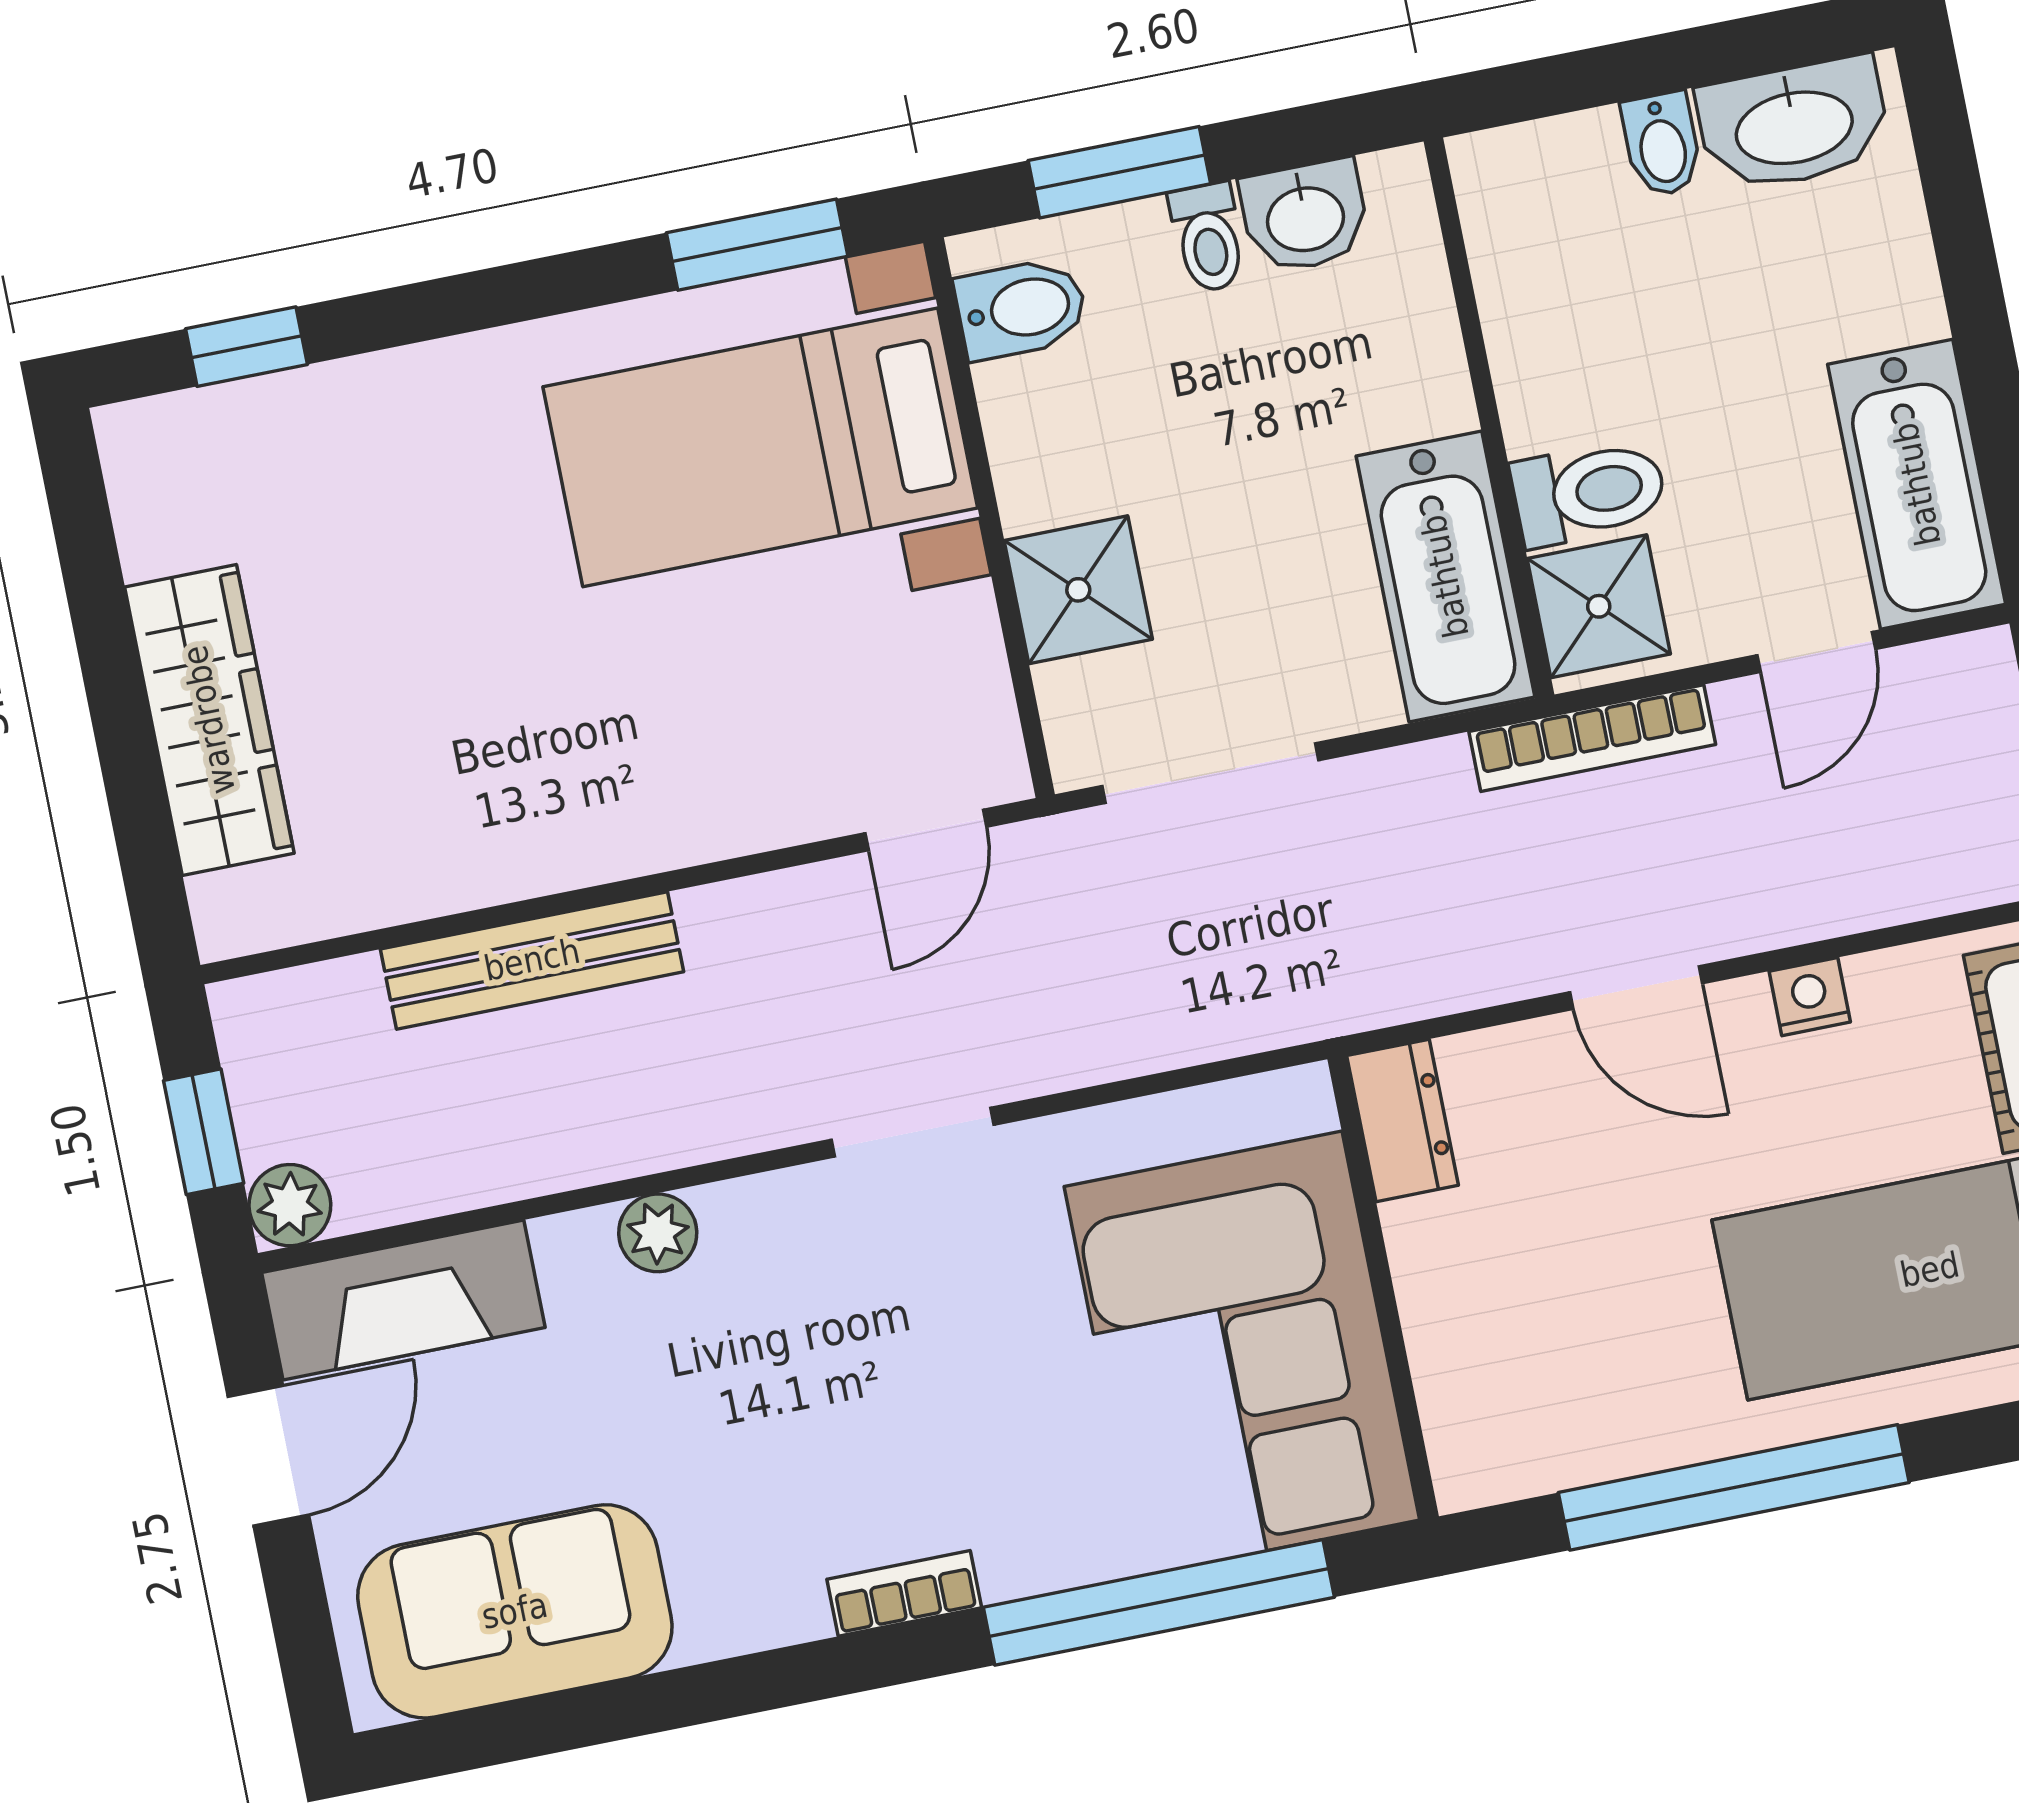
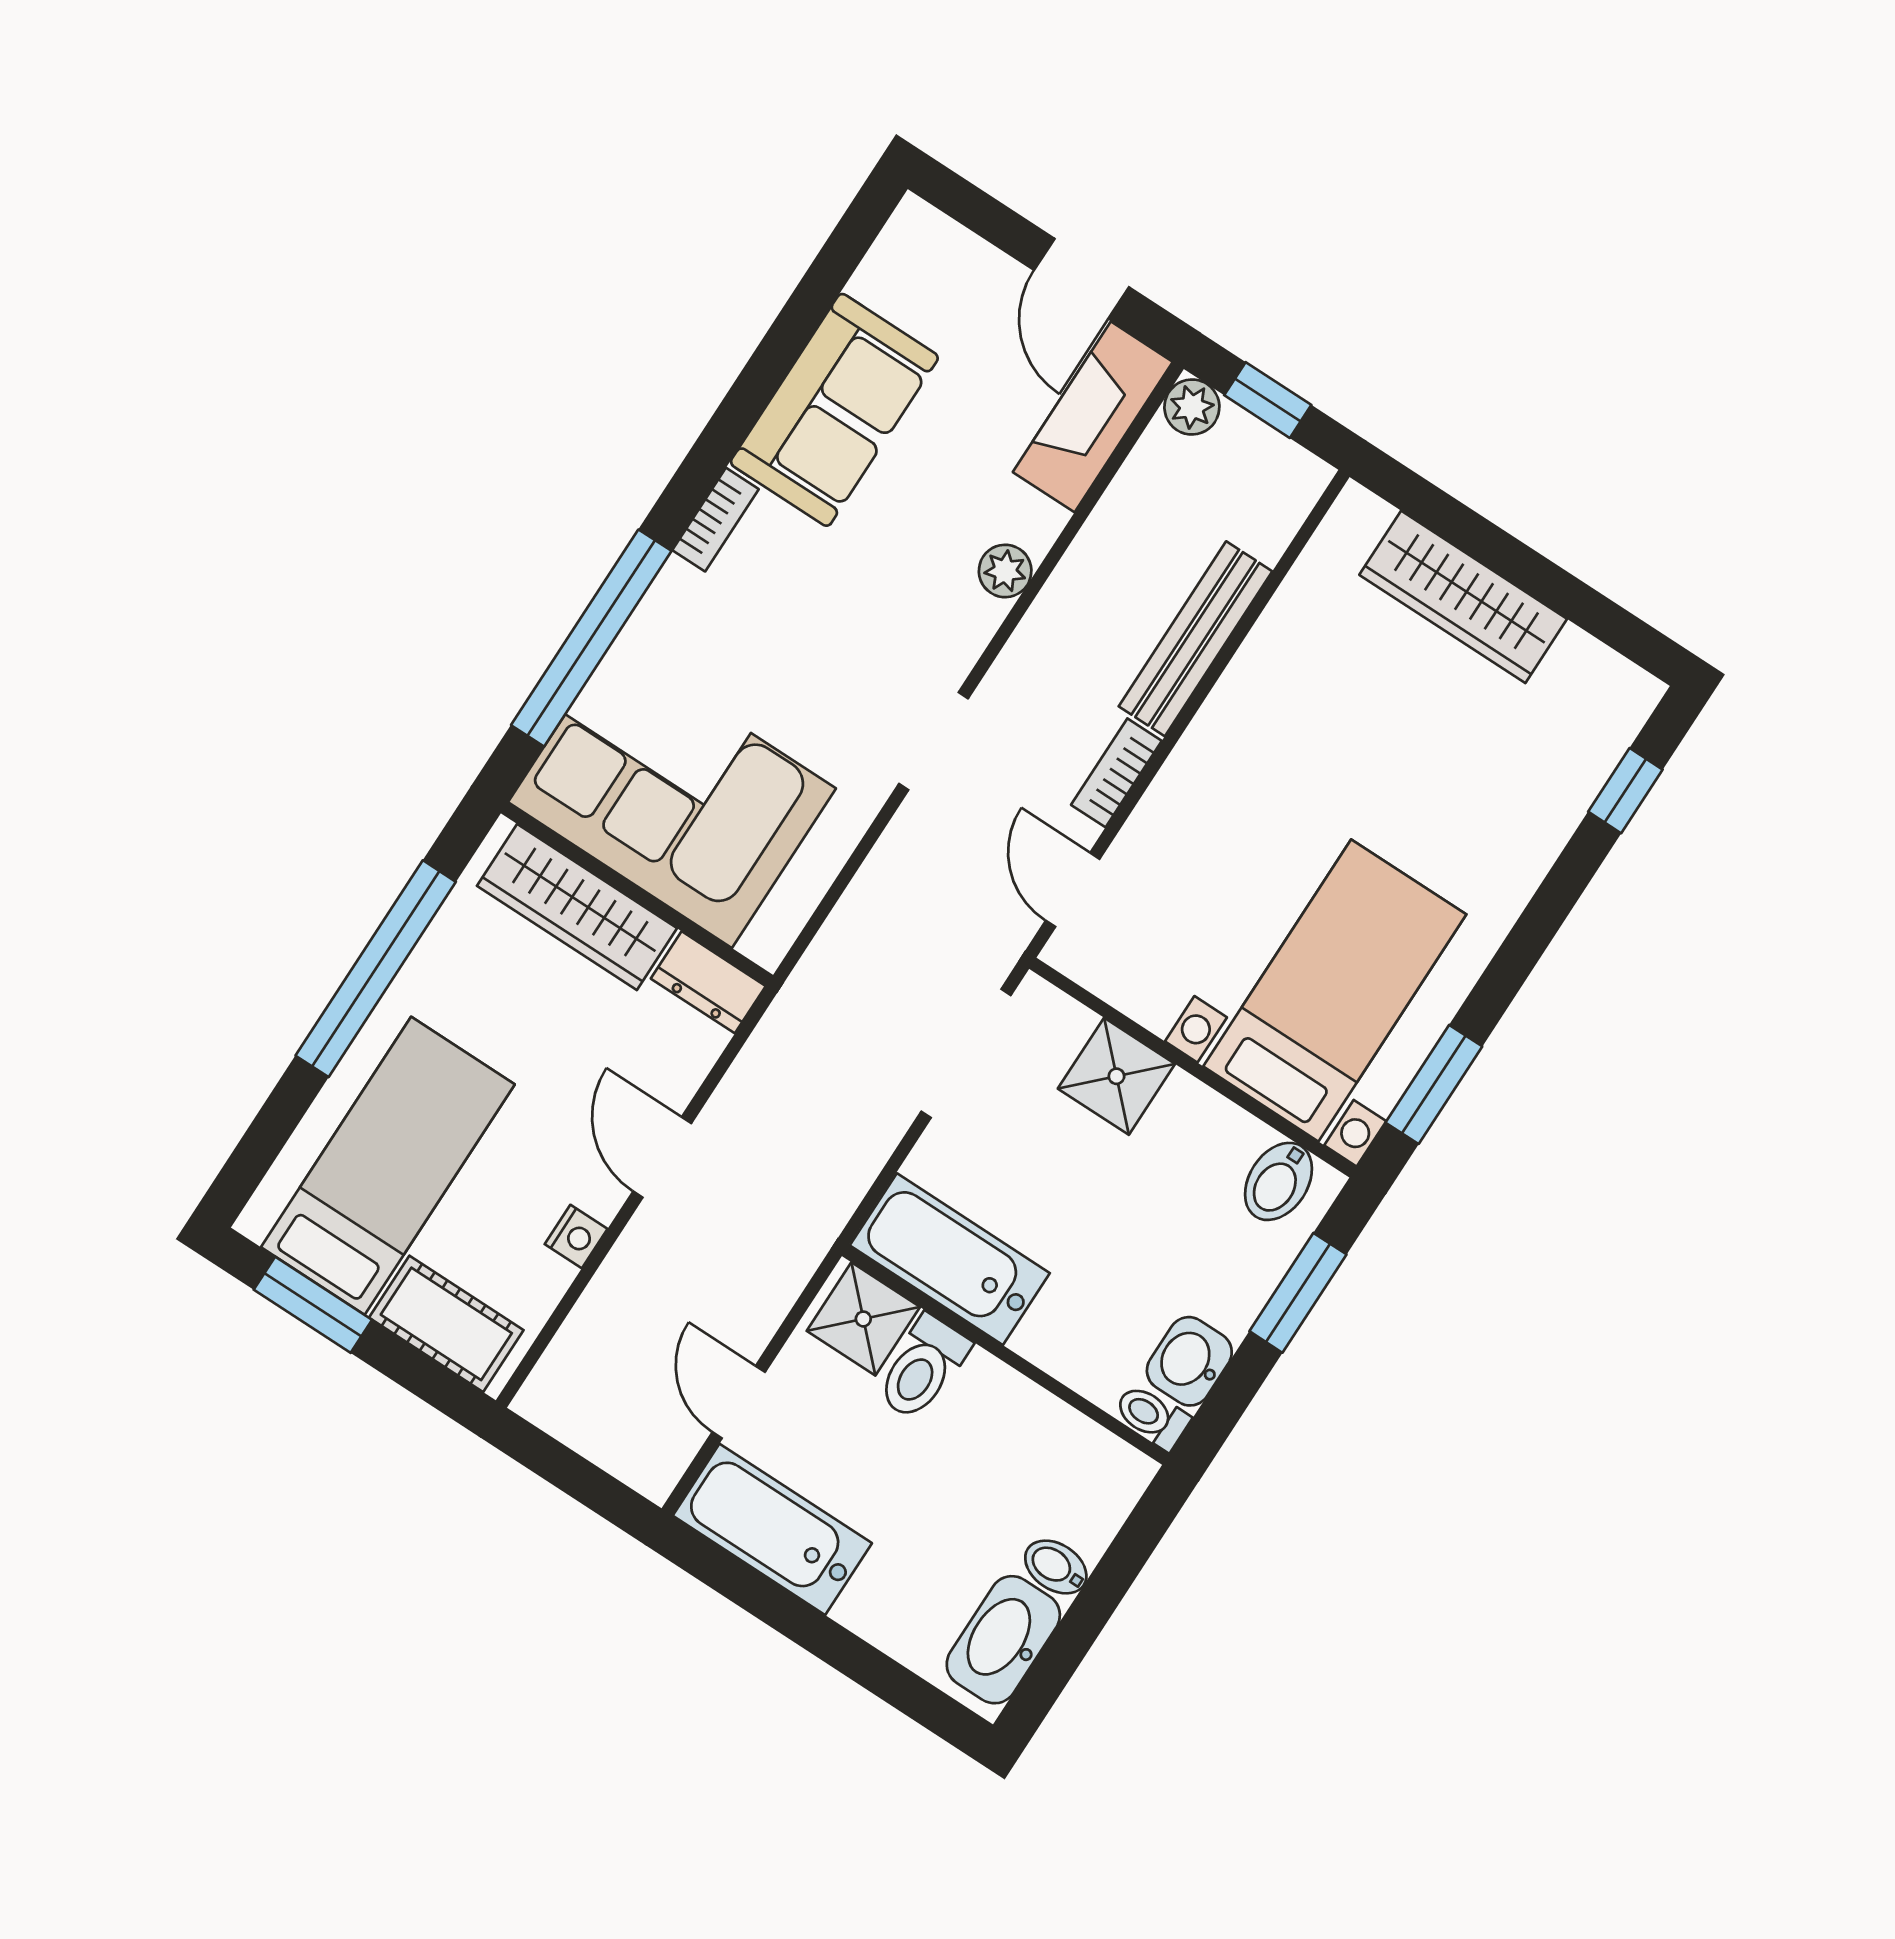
toilet: (1208, 238) -> (1152, 1417), moved
bookcase: (1592, 738) -> (1116, 773), moved, width x0.64
door: (1636, 988) -> (662, 1157), hinge flipped
wardrobe: (1459, 1338) -> (577, 907), added
sofa: (515, 1611) -> (834, 410), moved

